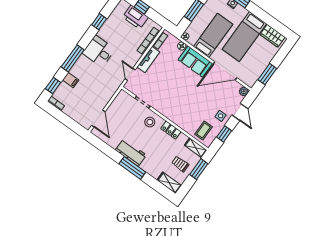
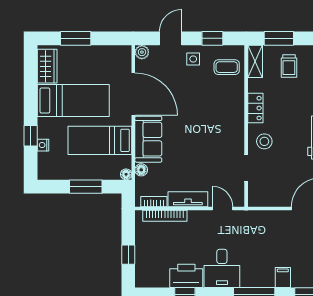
printer: (135, 17) -> (186, 276), moved, turned -90
door: (130, 74) -> (223, 208), swing flipped
window: (267, 74) -> (76, 38), moved

